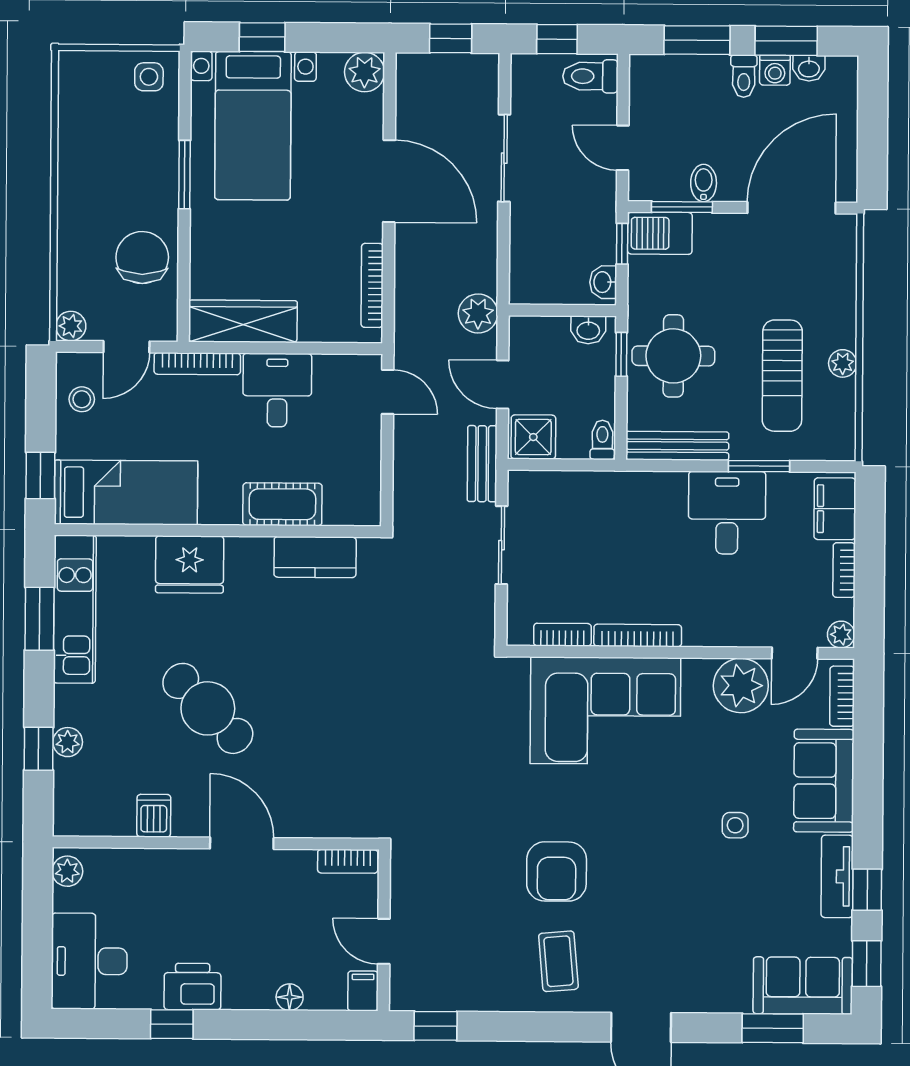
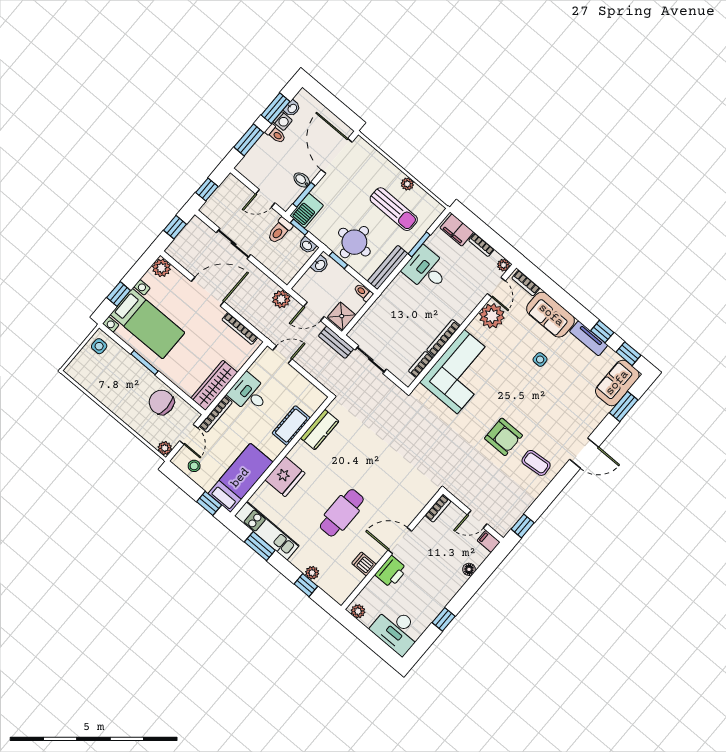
toilet: (590, 76) -> (280, 231), moved
cafe table: (208, 708) -> (342, 513), turned -45
printer: (193, 987) -> (391, 572), moved, turned 180

